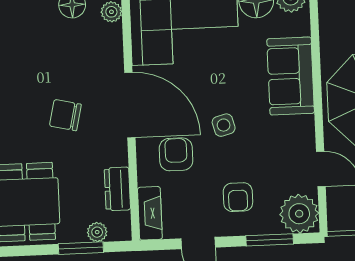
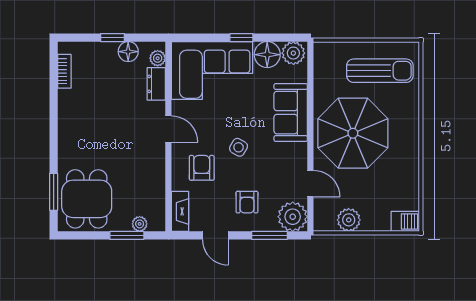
door: (130, 105) -> (168, 129), width x0.53
chair: (65, 115) -> (120, 135), removed
side table: (224, 125) -> (239, 147), turned 45
dresser: (117, 189) -> (156, 84), moved

